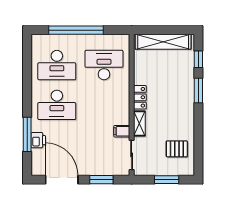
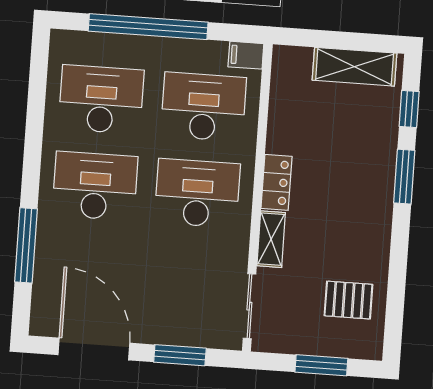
shelving: (163, 42) -> (355, 67), width x0.68
desk: (57, 65) -> (101, 99), turned 180
desk: (57, 105) -> (95, 186), turned 180
desk: (104, 105) -> (197, 193), added
filing cabinet: (122, 131) -> (246, 55), moved
printer: (38, 140) -> (49, 260), removed

